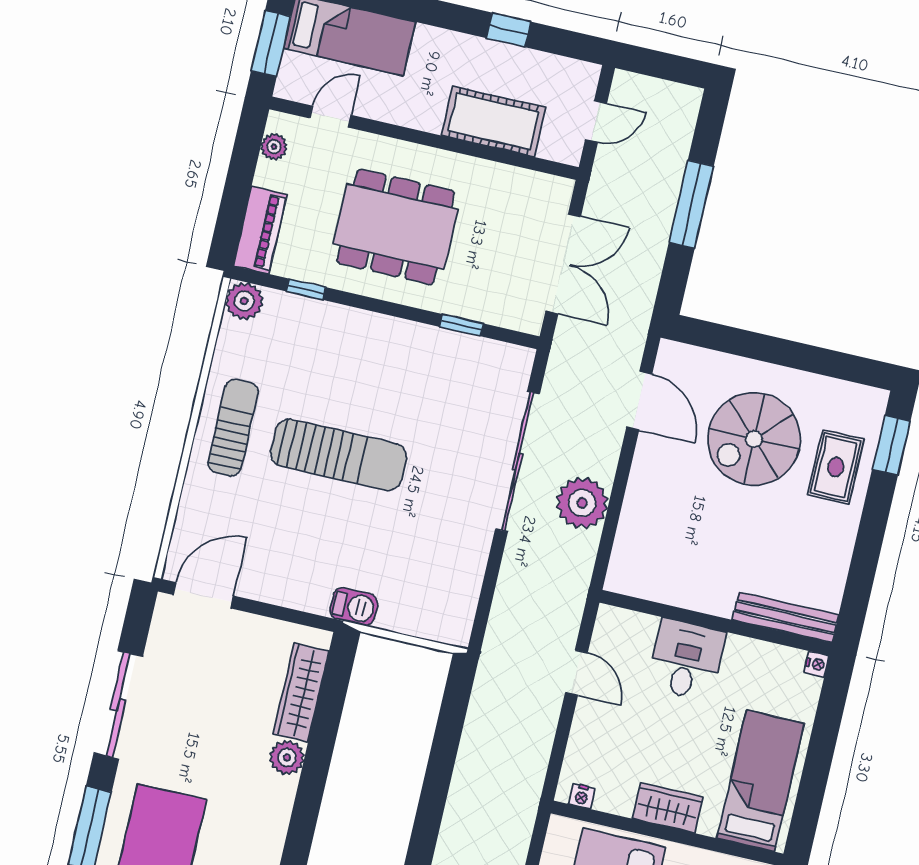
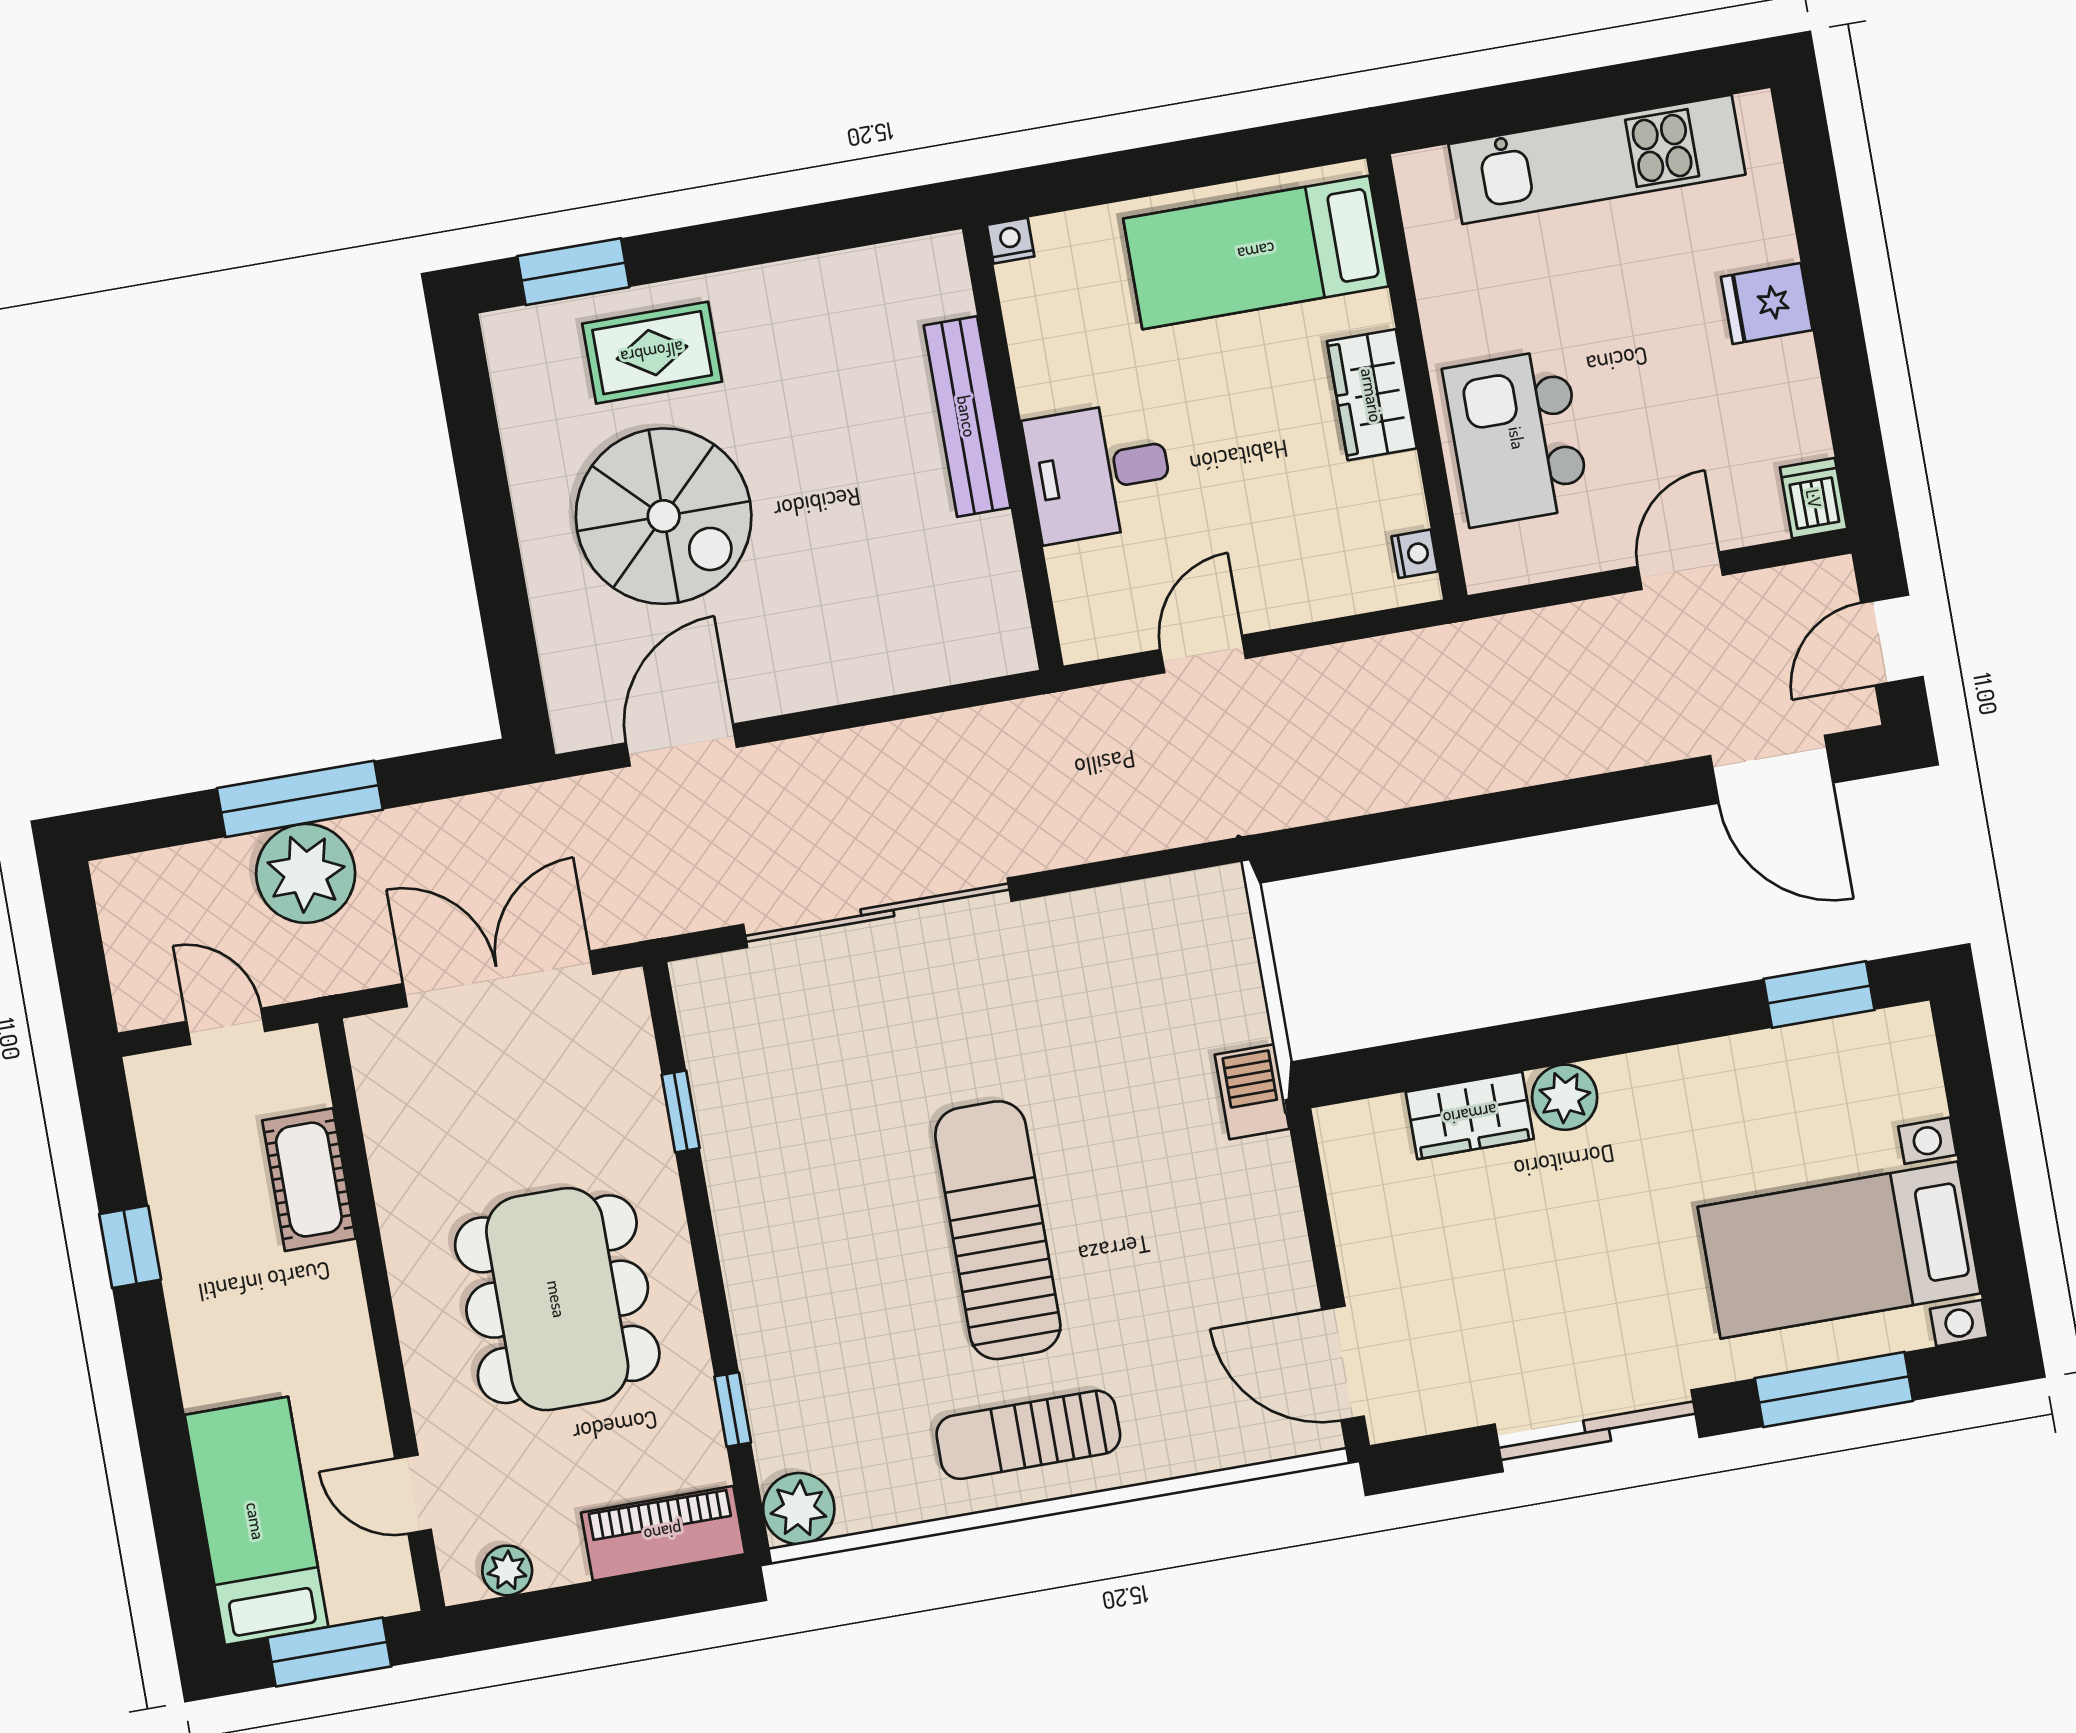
cot: (493, 121) -> (309, 1180), width x0.73, depth x0.75
plant: (582, 503) -> (306, 873), moved
bench: (786, 617) -> (967, 416), moved
wardrobe: (301, 692) -> (1470, 1115), width x0.67

